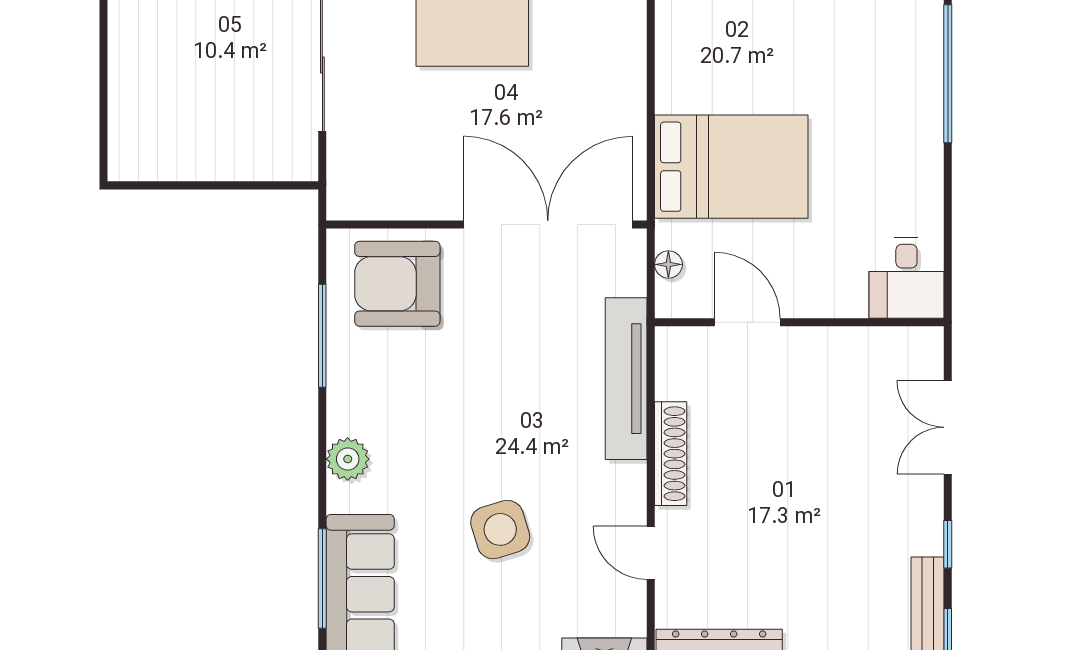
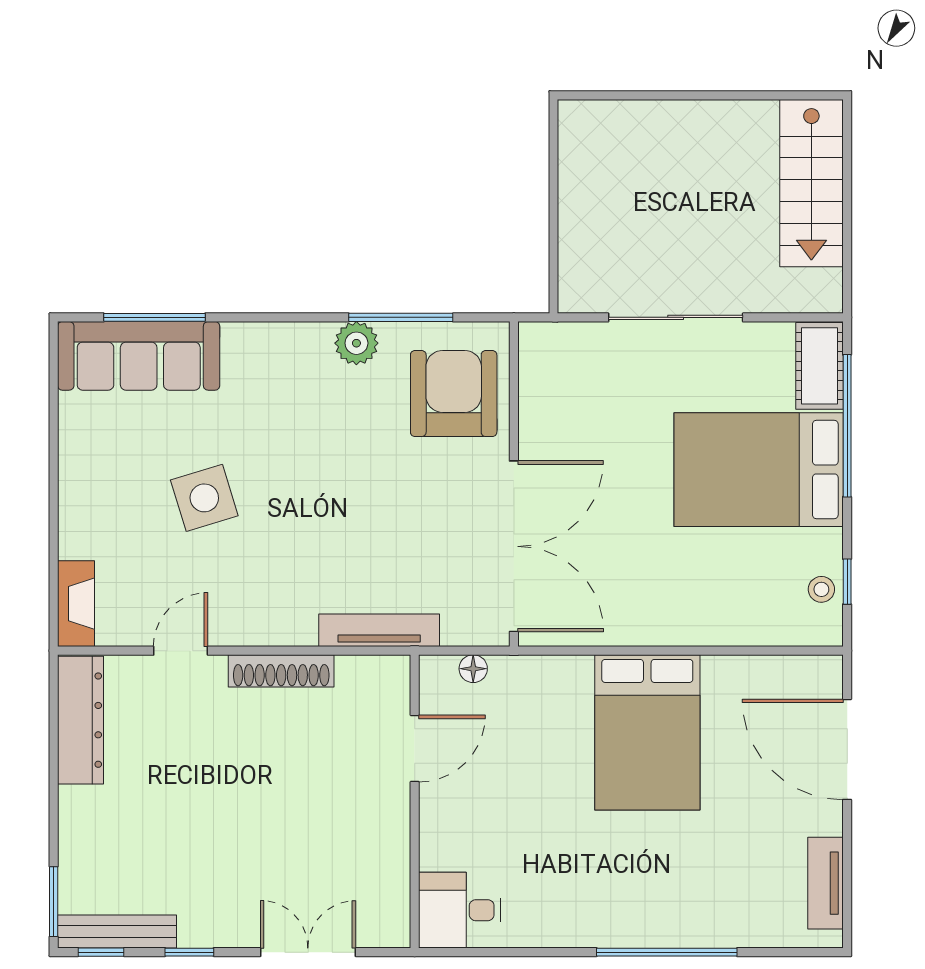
bed: (731, 167) -> (647, 732), moved
tv unit: (626, 379) -> (379, 630), width x0.73, depth x0.78
plant: (348, 459) -> (356, 343), moved

